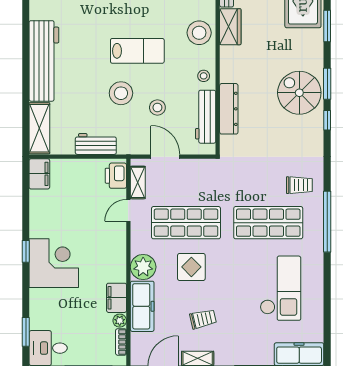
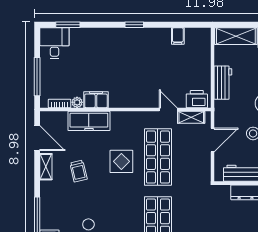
filing cabinet: (39, 174) -> (178, 36), moved, width x0.50
corner desk: (54, 263) -> (125, 48), removed
plant: (143, 267) -> (121, 122), removed

